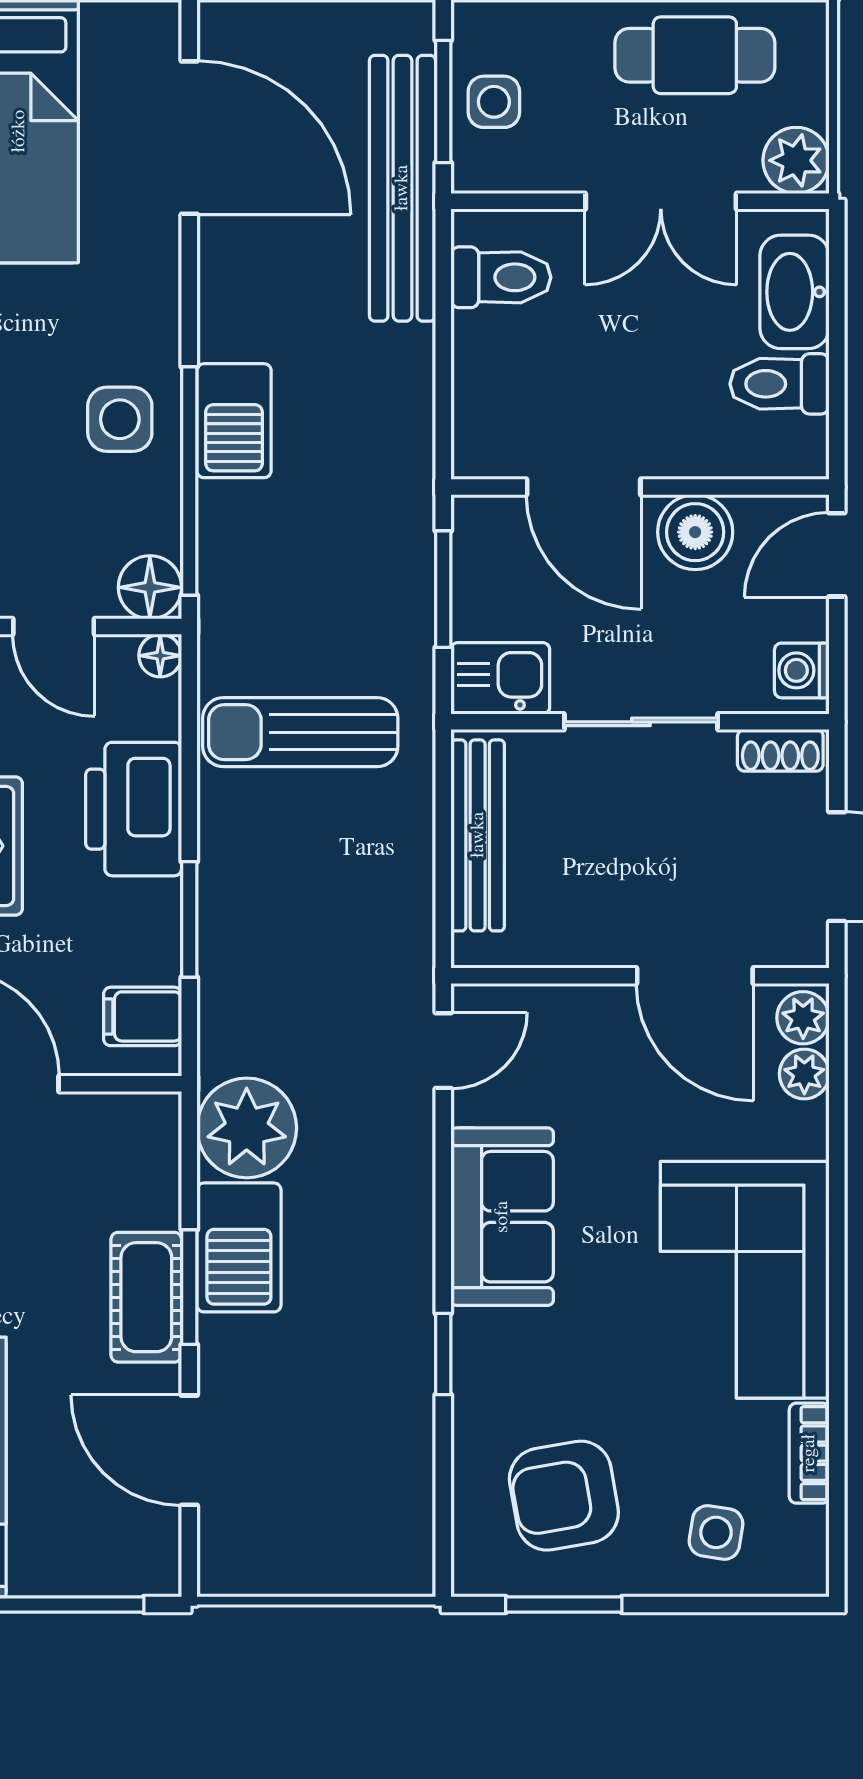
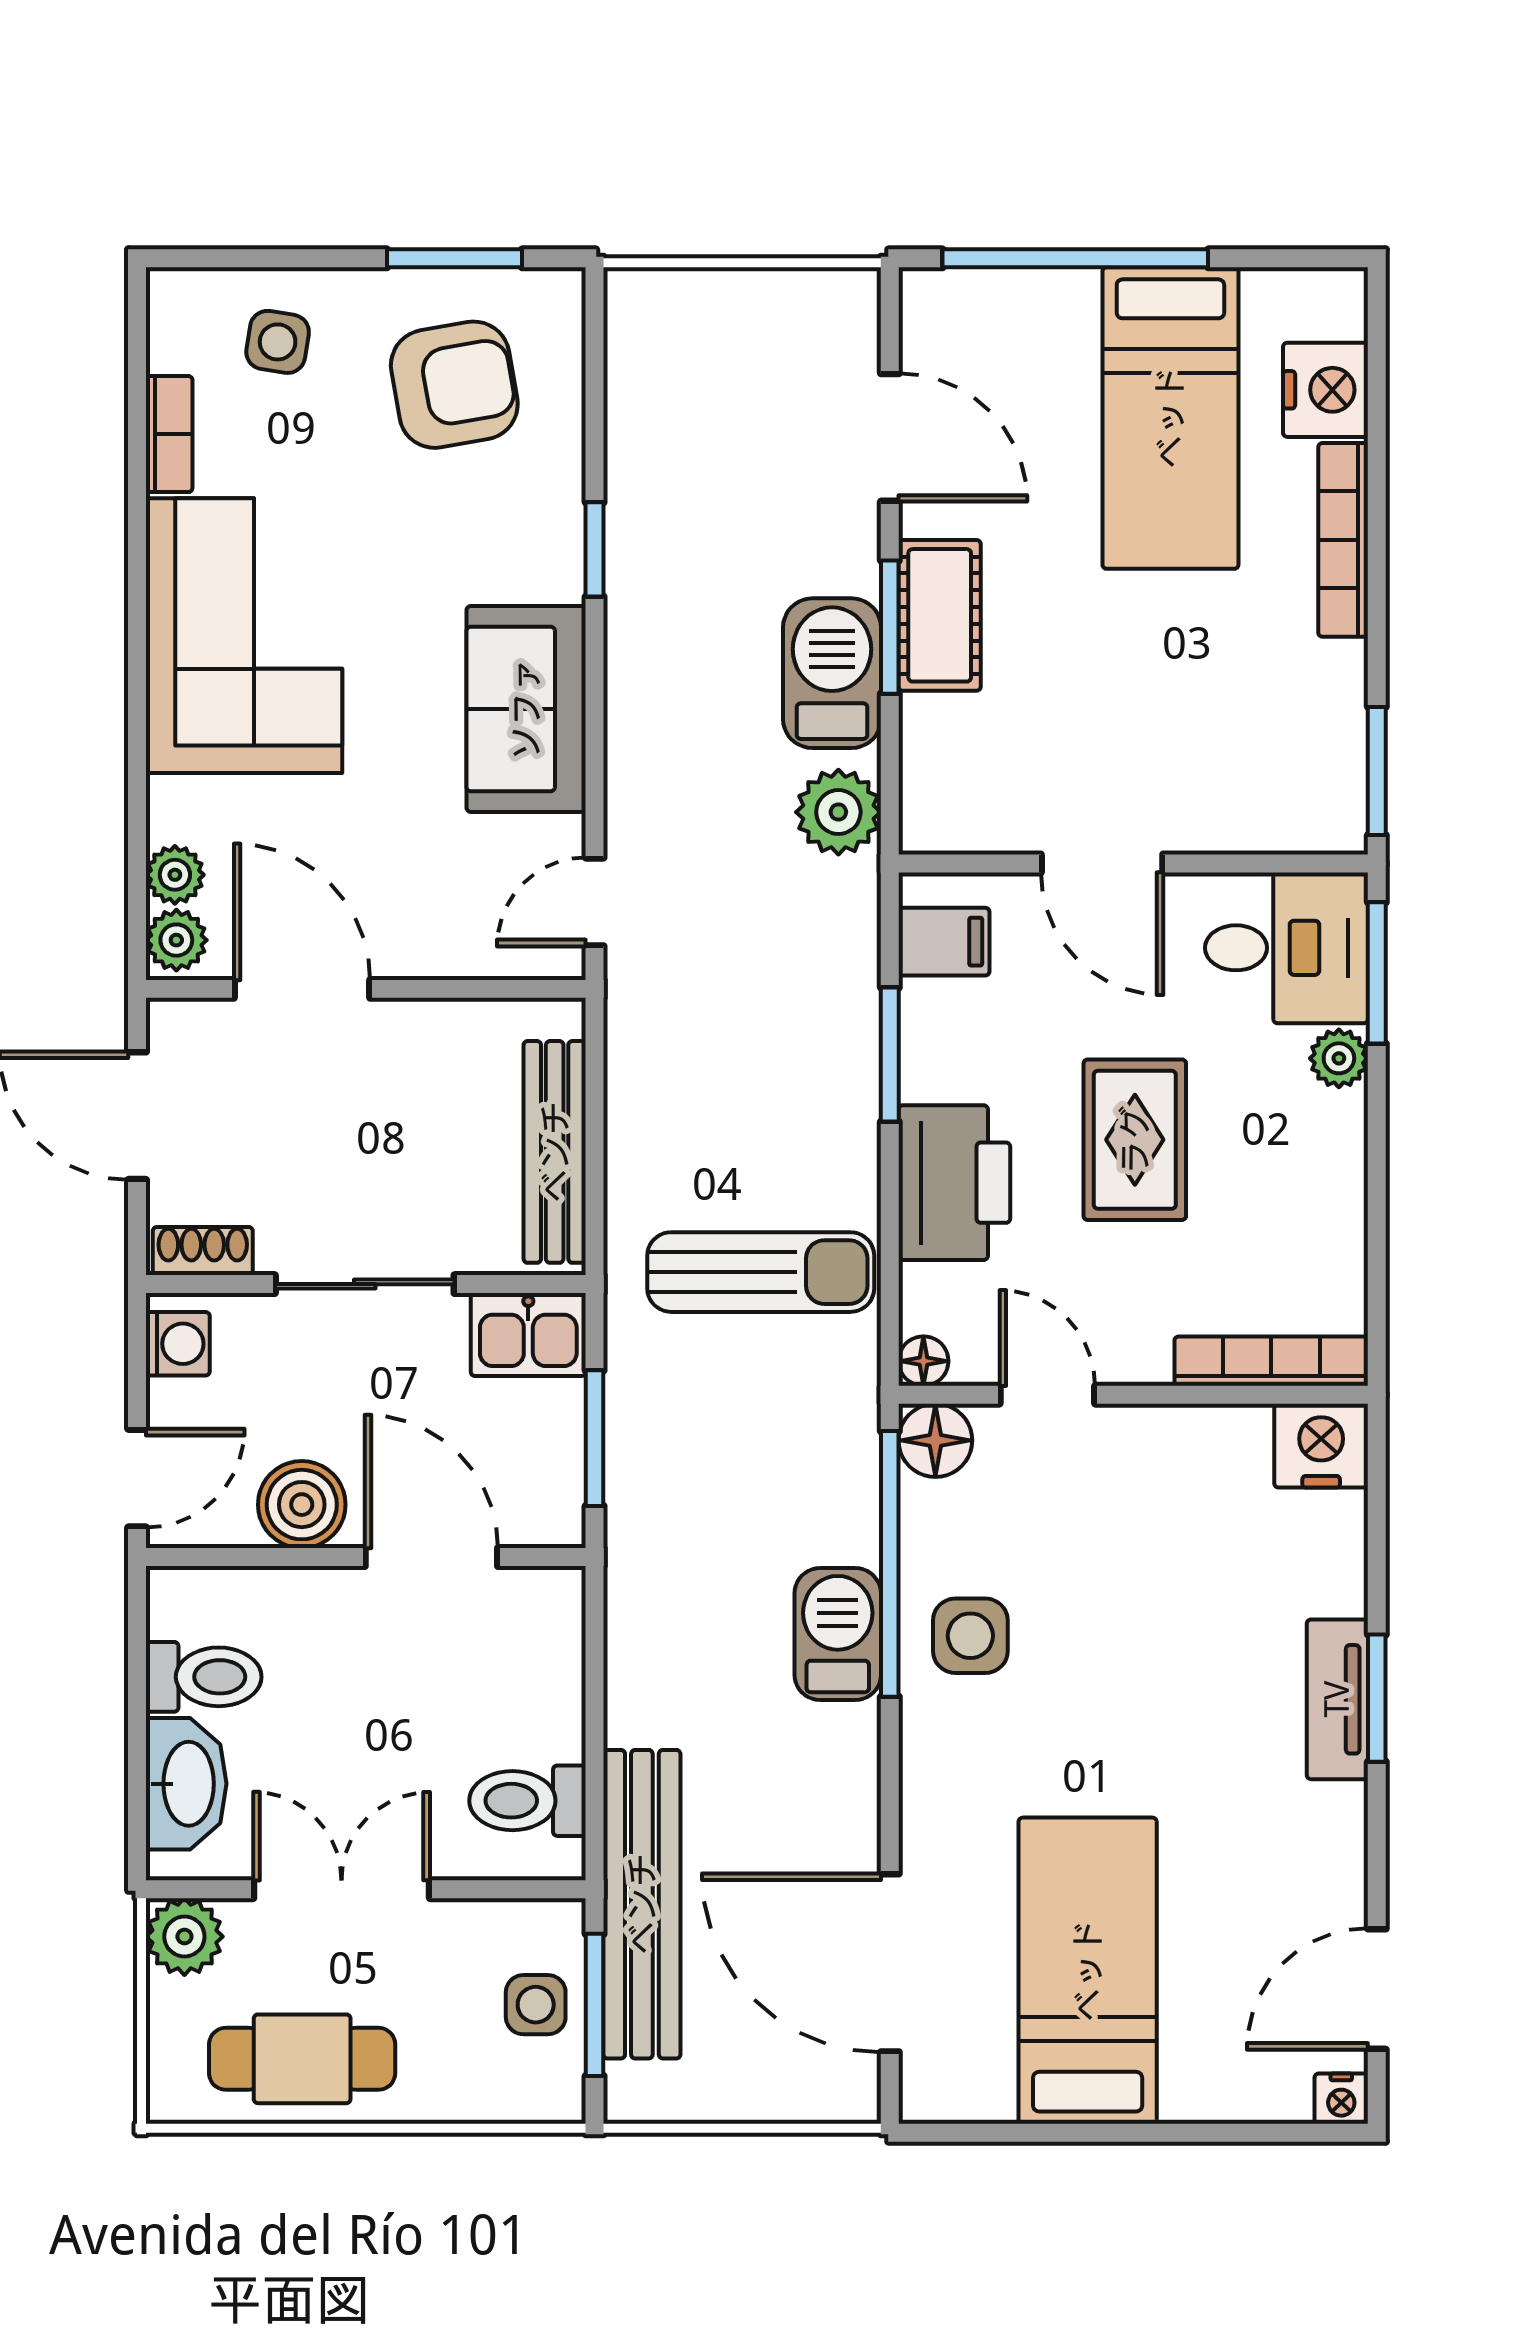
plant: (247, 1128) -> (838, 812), width x0.73, depth x0.73

